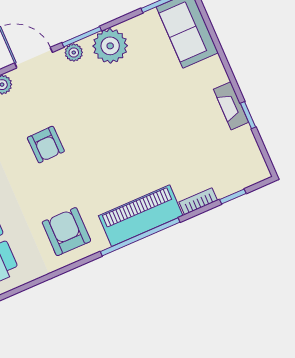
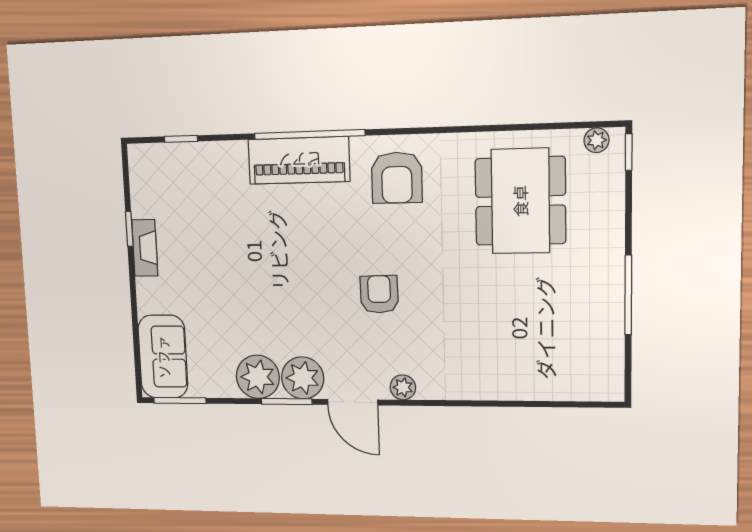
plant: (74, 53) -> (303, 378), width x1.88, depth x1.88
bookcase: (198, 201) -> (224, 150), removed

